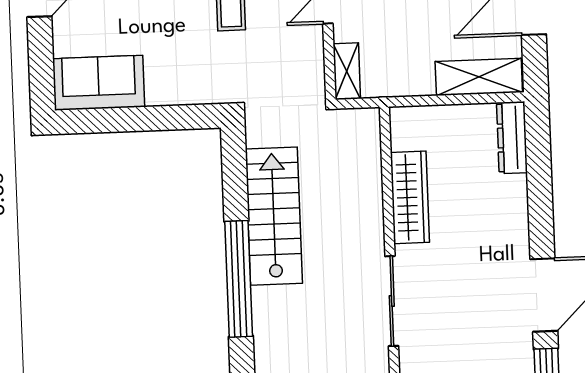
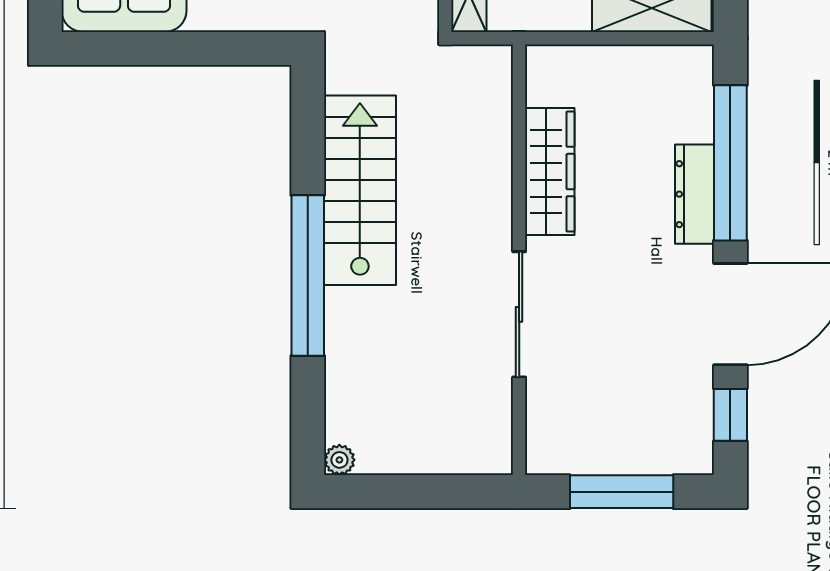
dresser: (512, 138) -> (694, 194), moved
window: (540, 186) -> (730, 163), added

